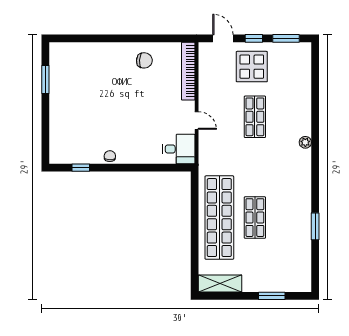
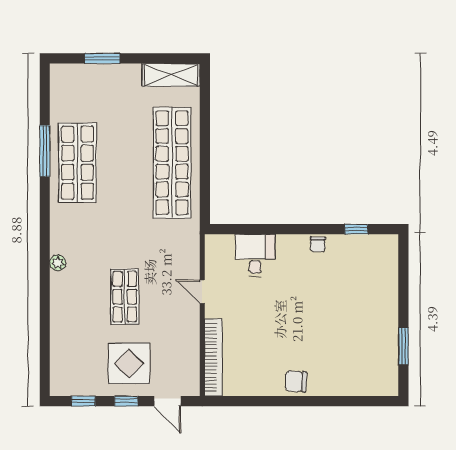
window: (286, 38) -> (83, 401), width x0.67
chair: (144, 60) -> (296, 381), moved
desk: (179, 149) -> (255, 255), moved, turned 90
shop shelf: (255, 218) -> (77, 163), moved, width x1.43, depth x1.36
window: (315, 226) -> (45, 151), width x1.44

